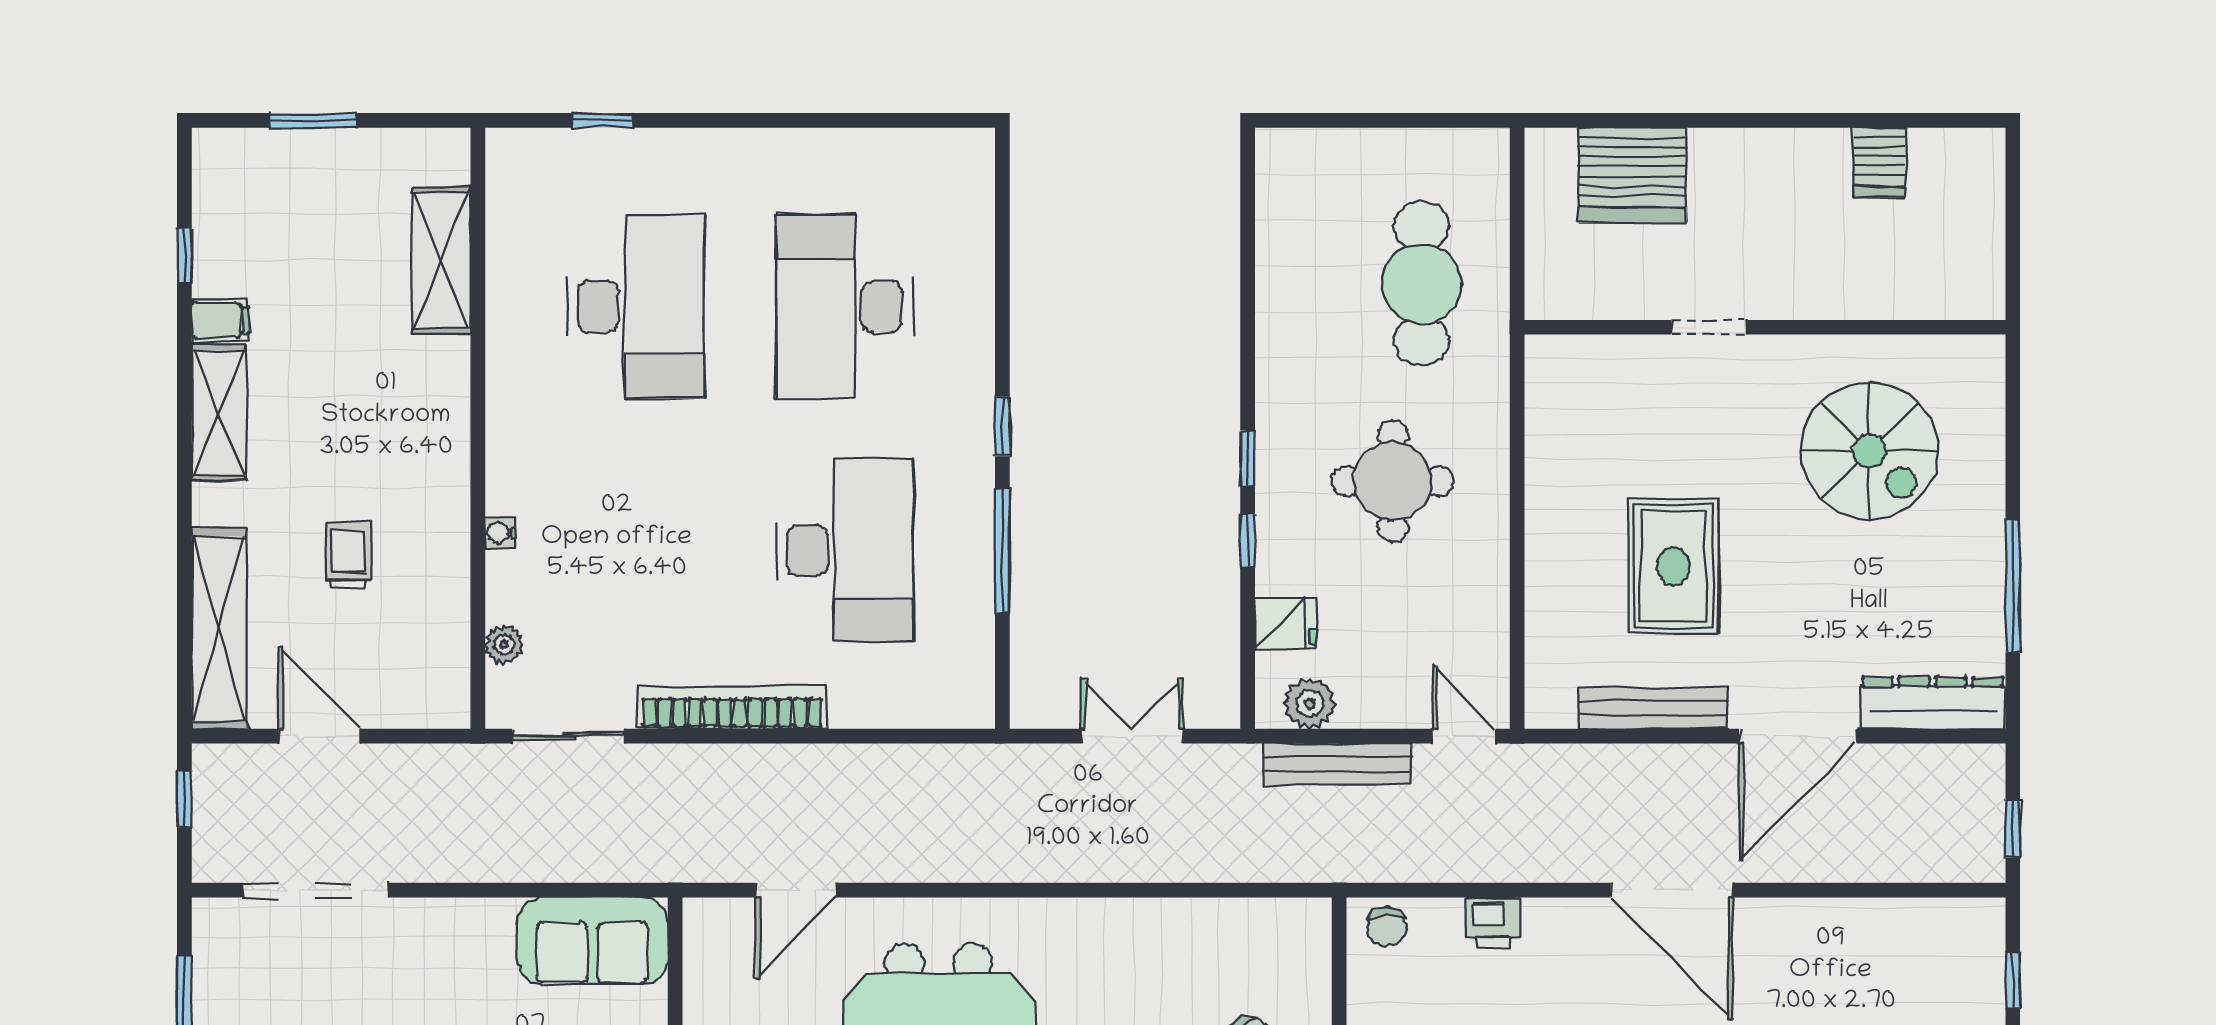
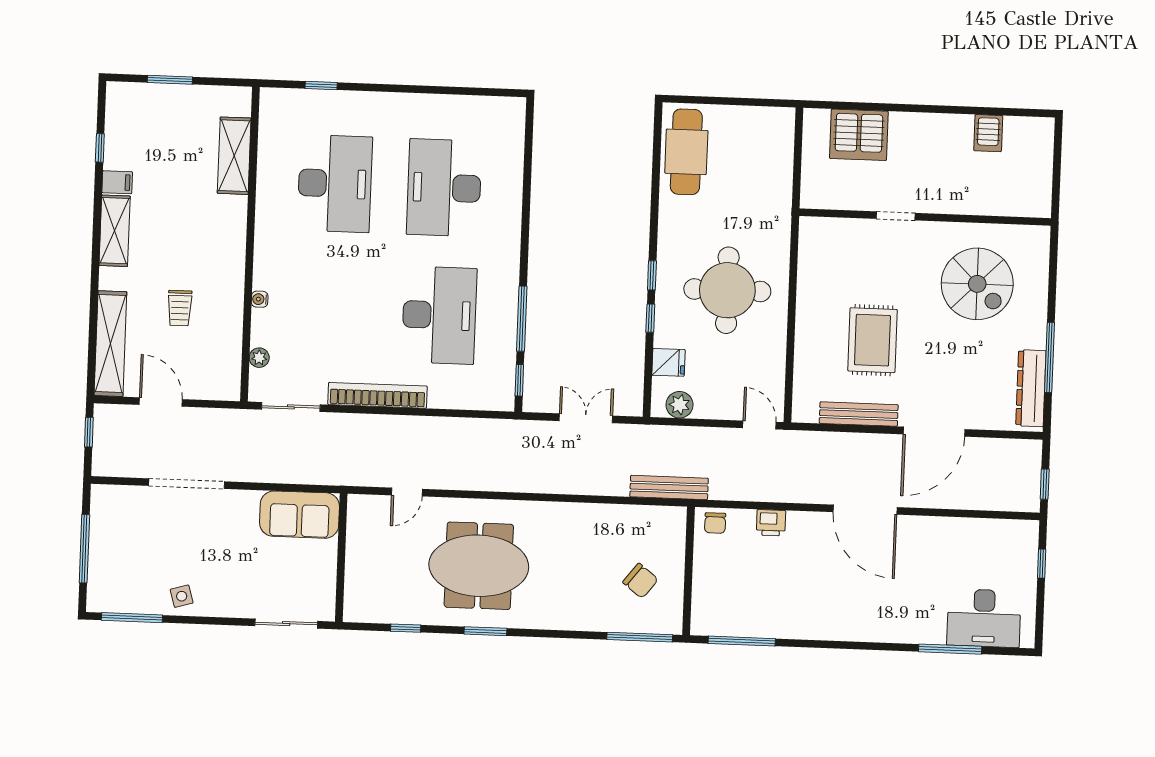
cafe table: (1422, 283) -> (686, 152), moved
window: (1002, 426) -> (519, 380), moved
round table: (1393, 481) -> (727, 290), width x1.36, depth x1.36
trolley: (349, 556) -> (180, 308), turned 180
dresser: (1933, 703) -> (1031, 388), moved, turned -90
bench: (1337, 764) -> (669, 487), moved
doorway: (315, 890) -> (187, 484), moved
door: (796, 890) -> (407, 492), width x0.73

